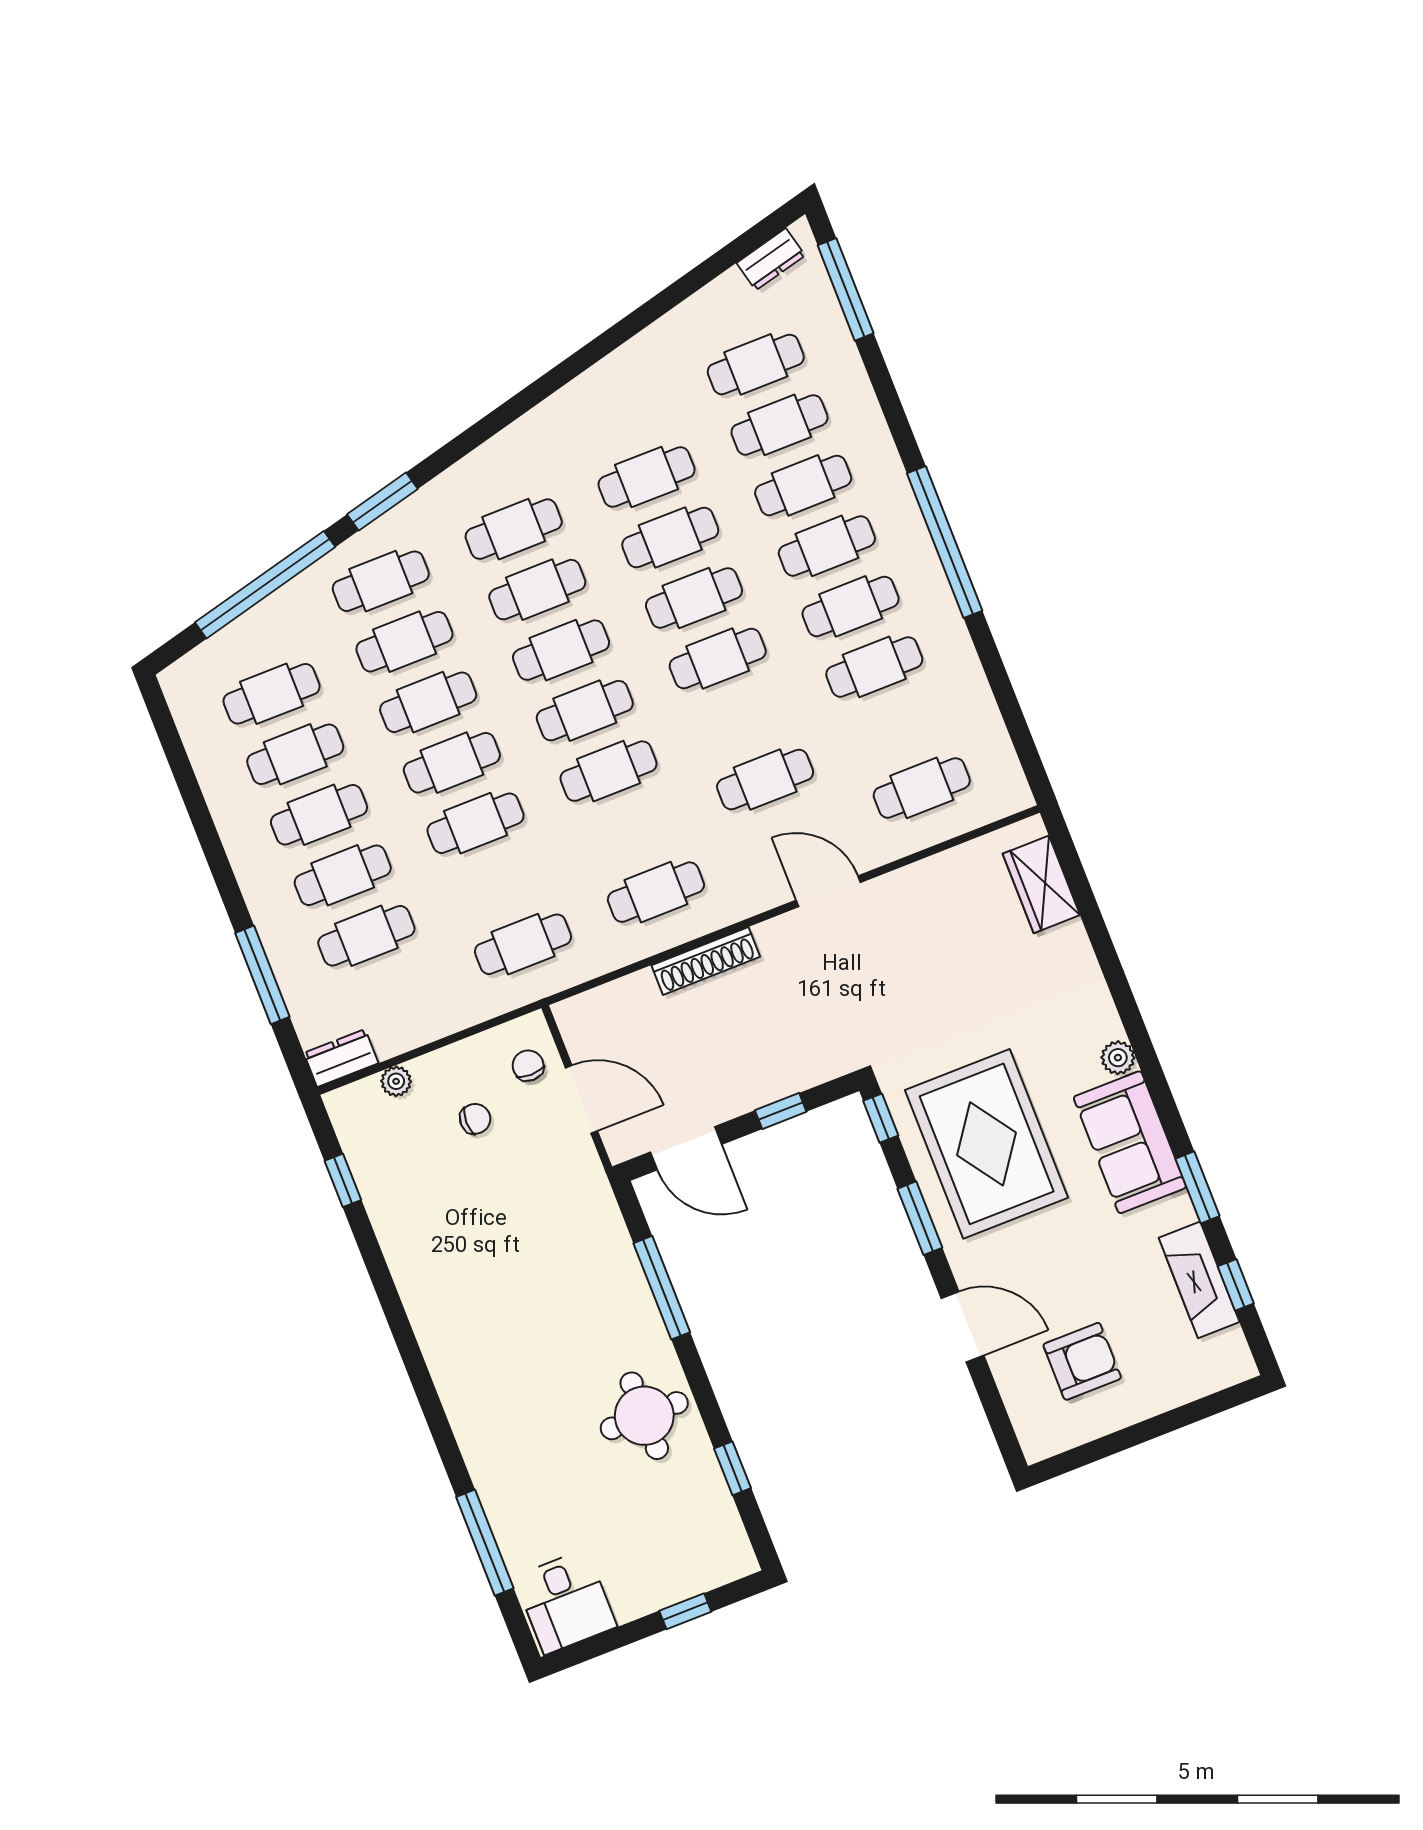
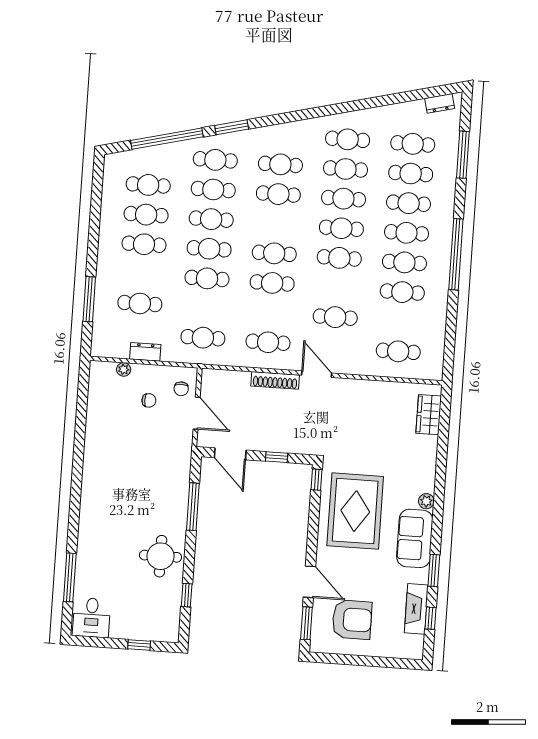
window: (846, 289) -> (463, 155), moved
cafe table: (561, 650) -> (348, 139), moved
cafe table: (343, 875) -> (142, 274), removed
door: (828, 891) -> (317, 374), moved
dresser: (341, 1058) -> (145, 352), moved
chair: (528, 1066) -> (181, 389), turned 180
window: (343, 1180) -> (82, 400), removed
window: (920, 1218) -> (306, 623), moved
armchair: (1082, 1361) -> (352, 620), width x1.36, depth x1.36

